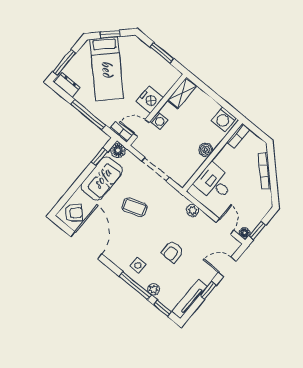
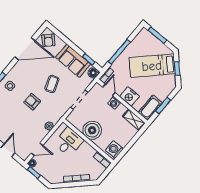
cot: (165, 71) -> (150, 108), added
dresser: (67, 85) -> (141, 37), removed
boiler: (206, 150) -> (92, 130), width x1.86, depth x1.86
armchair: (172, 252) -> (32, 102), moved

